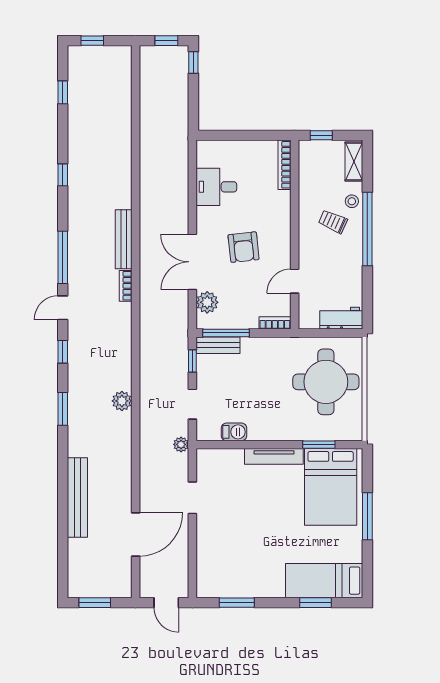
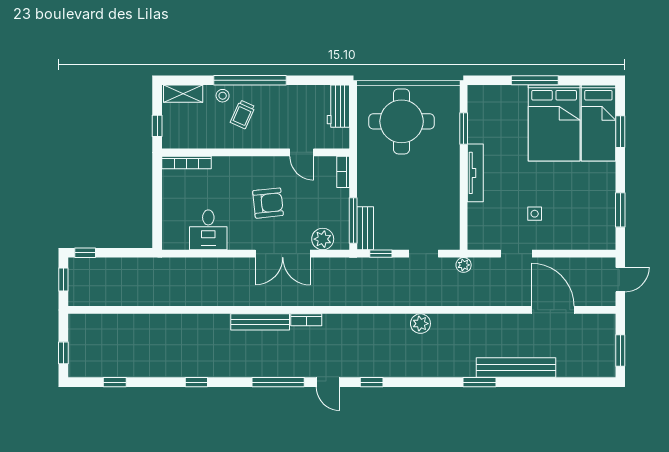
window: (63, 409) -> (479, 382), moved
barbecue: (234, 432) -> (451, 212), removed
bed: (331, 487) -> (554, 123), moved, turned 90
side table: (233, 516) -> (535, 214), added

